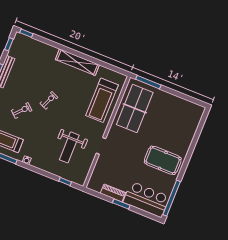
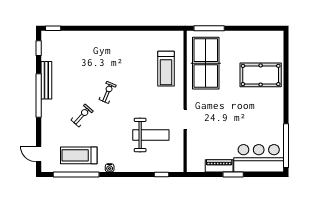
shelving: (77, 62) -> (122, 38), removed
treadmill: (102, 100) -> (166, 69), width x0.73, depth x0.73
weight bench: (69, 147) -> (151, 135), turned -90
pool table: (163, 160) -> (261, 75), moved

